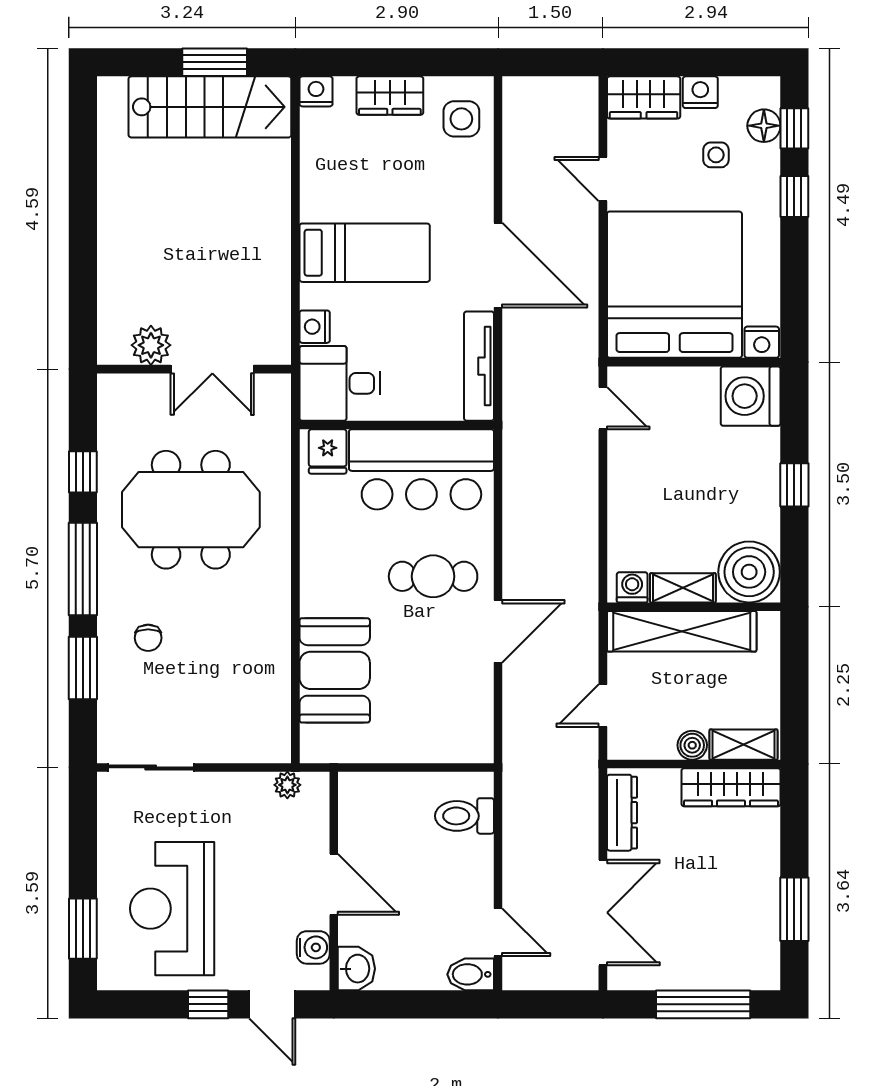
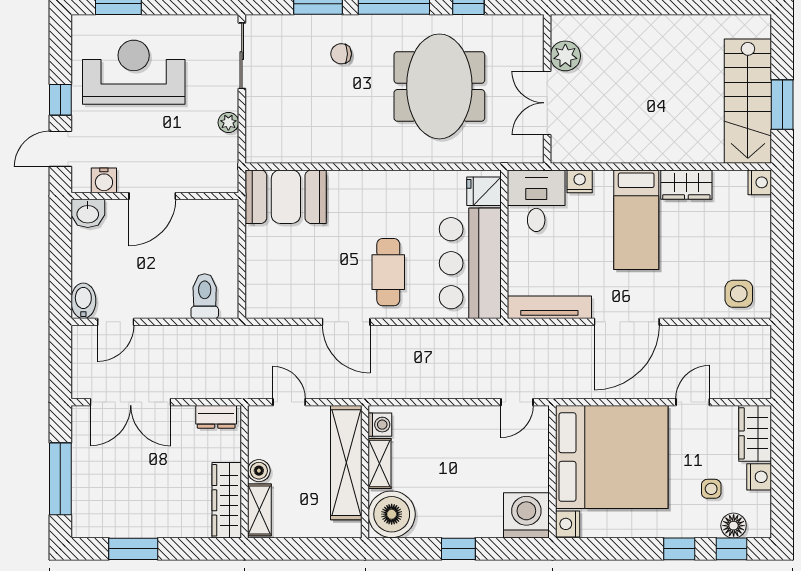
wardrobe: (390, 96) -> (686, 185), moved, turned -90
booth: (335, 670) -> (286, 197), moved
plant: (287, 785) -> (228, 122), moved
dresser: (622, 813) -> (216, 417), width x0.70

